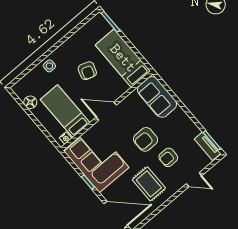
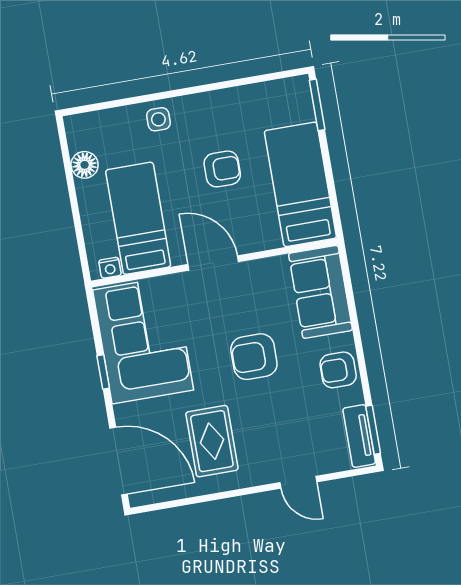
armchair: (87, 71) -> (222, 169), turned -109
armchair: (168, 157) -> (338, 370), moved

